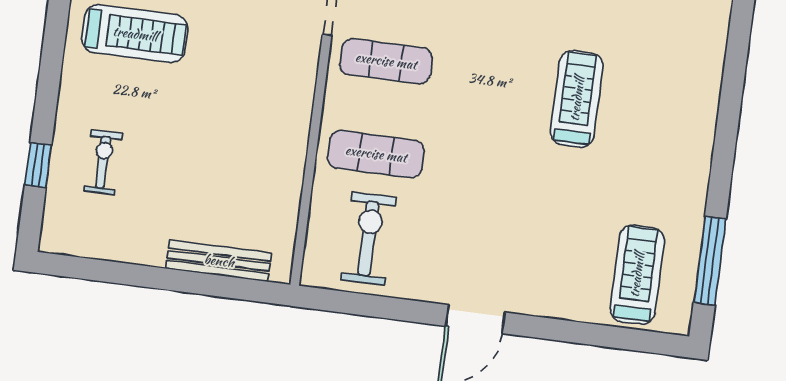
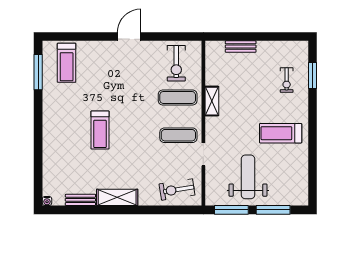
shelving: (293, 135) -> (212, 101), added
window: (38, 165) -> (312, 76), width x1.50
bench: (219, 261) -> (241, 47), width x0.73

